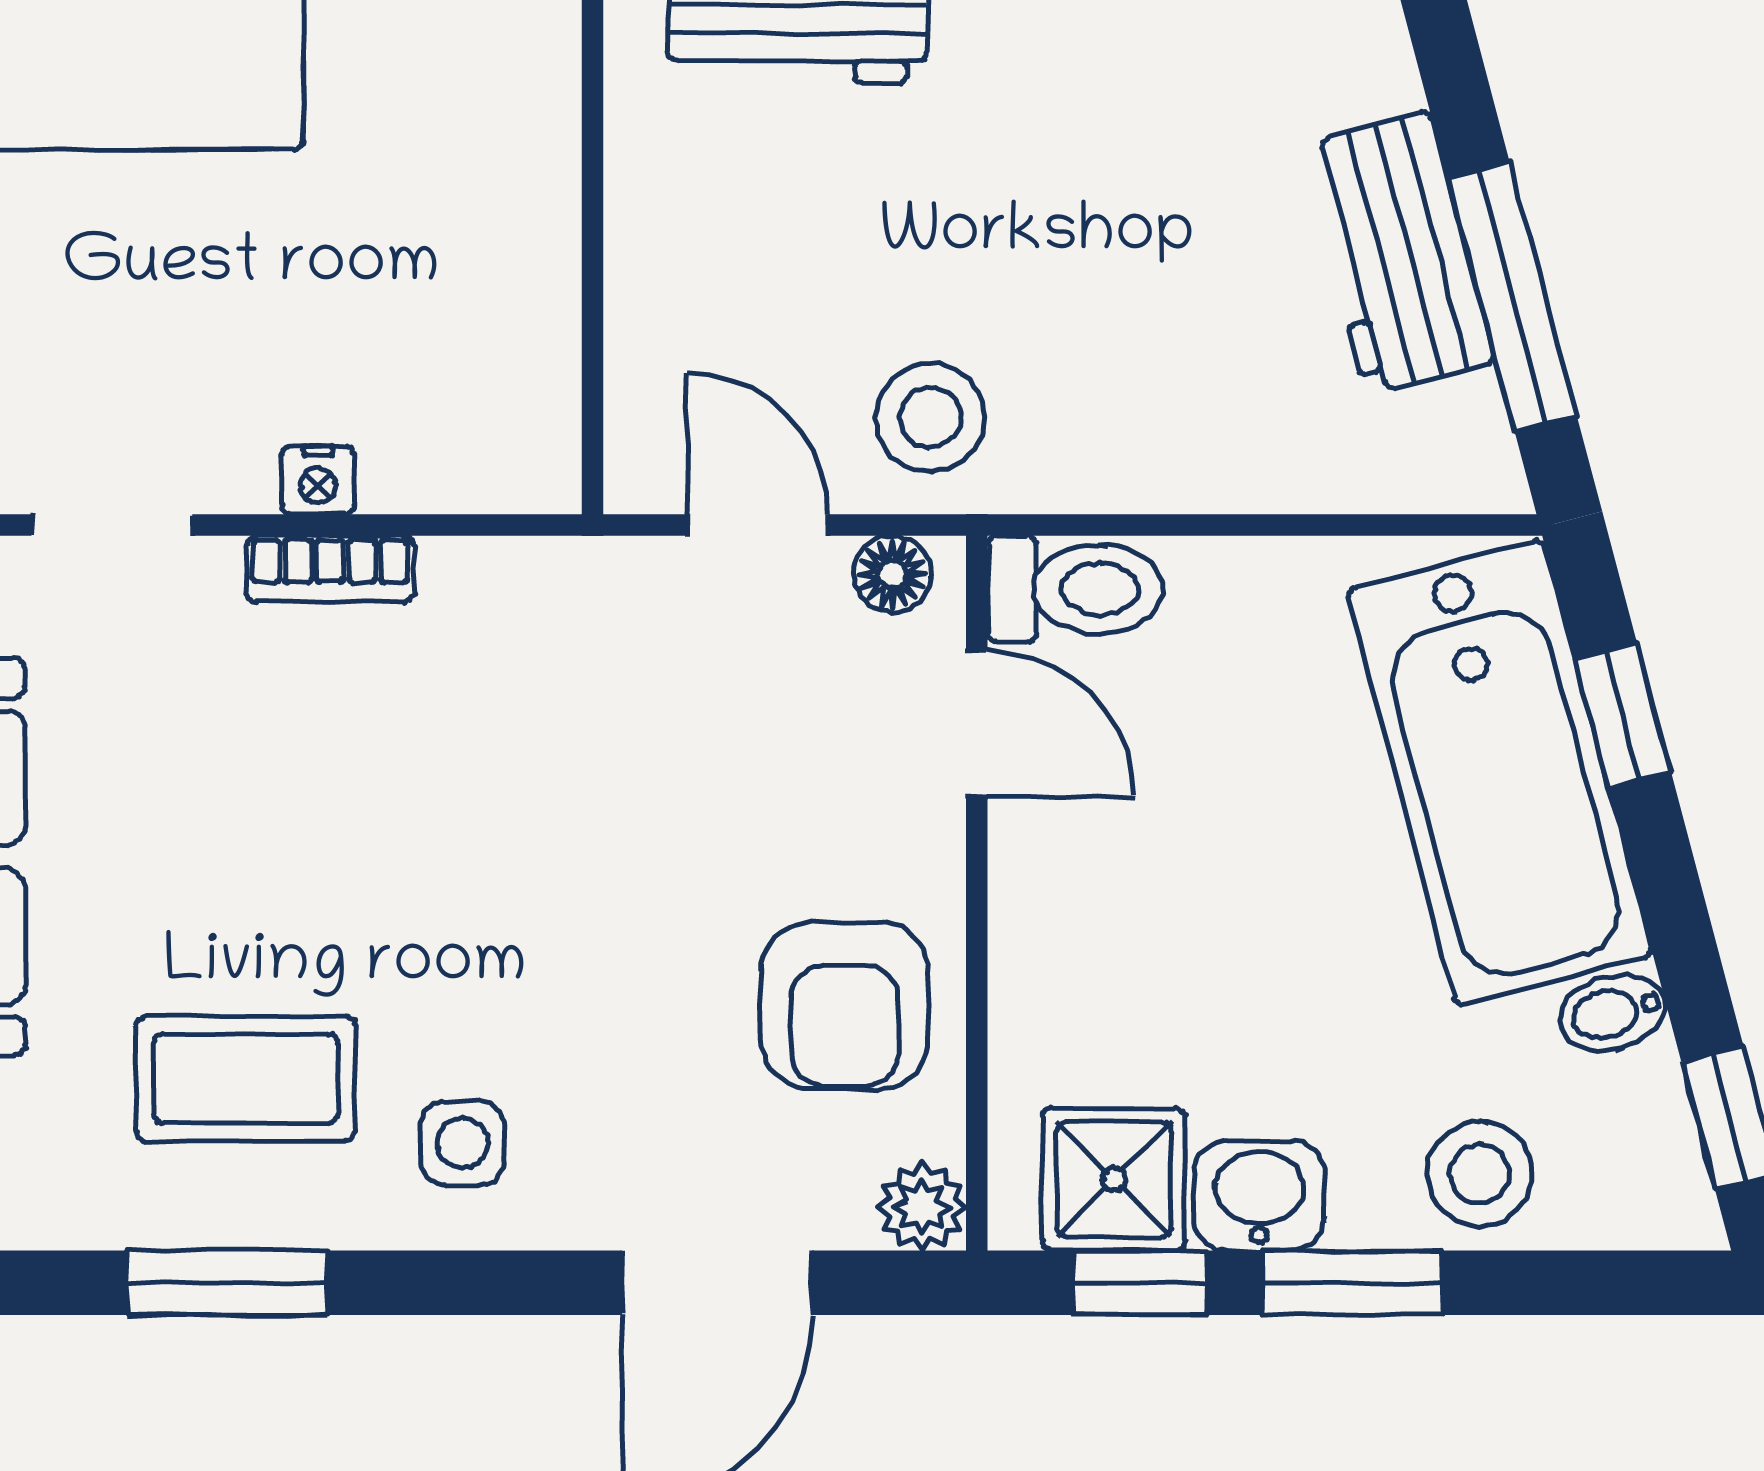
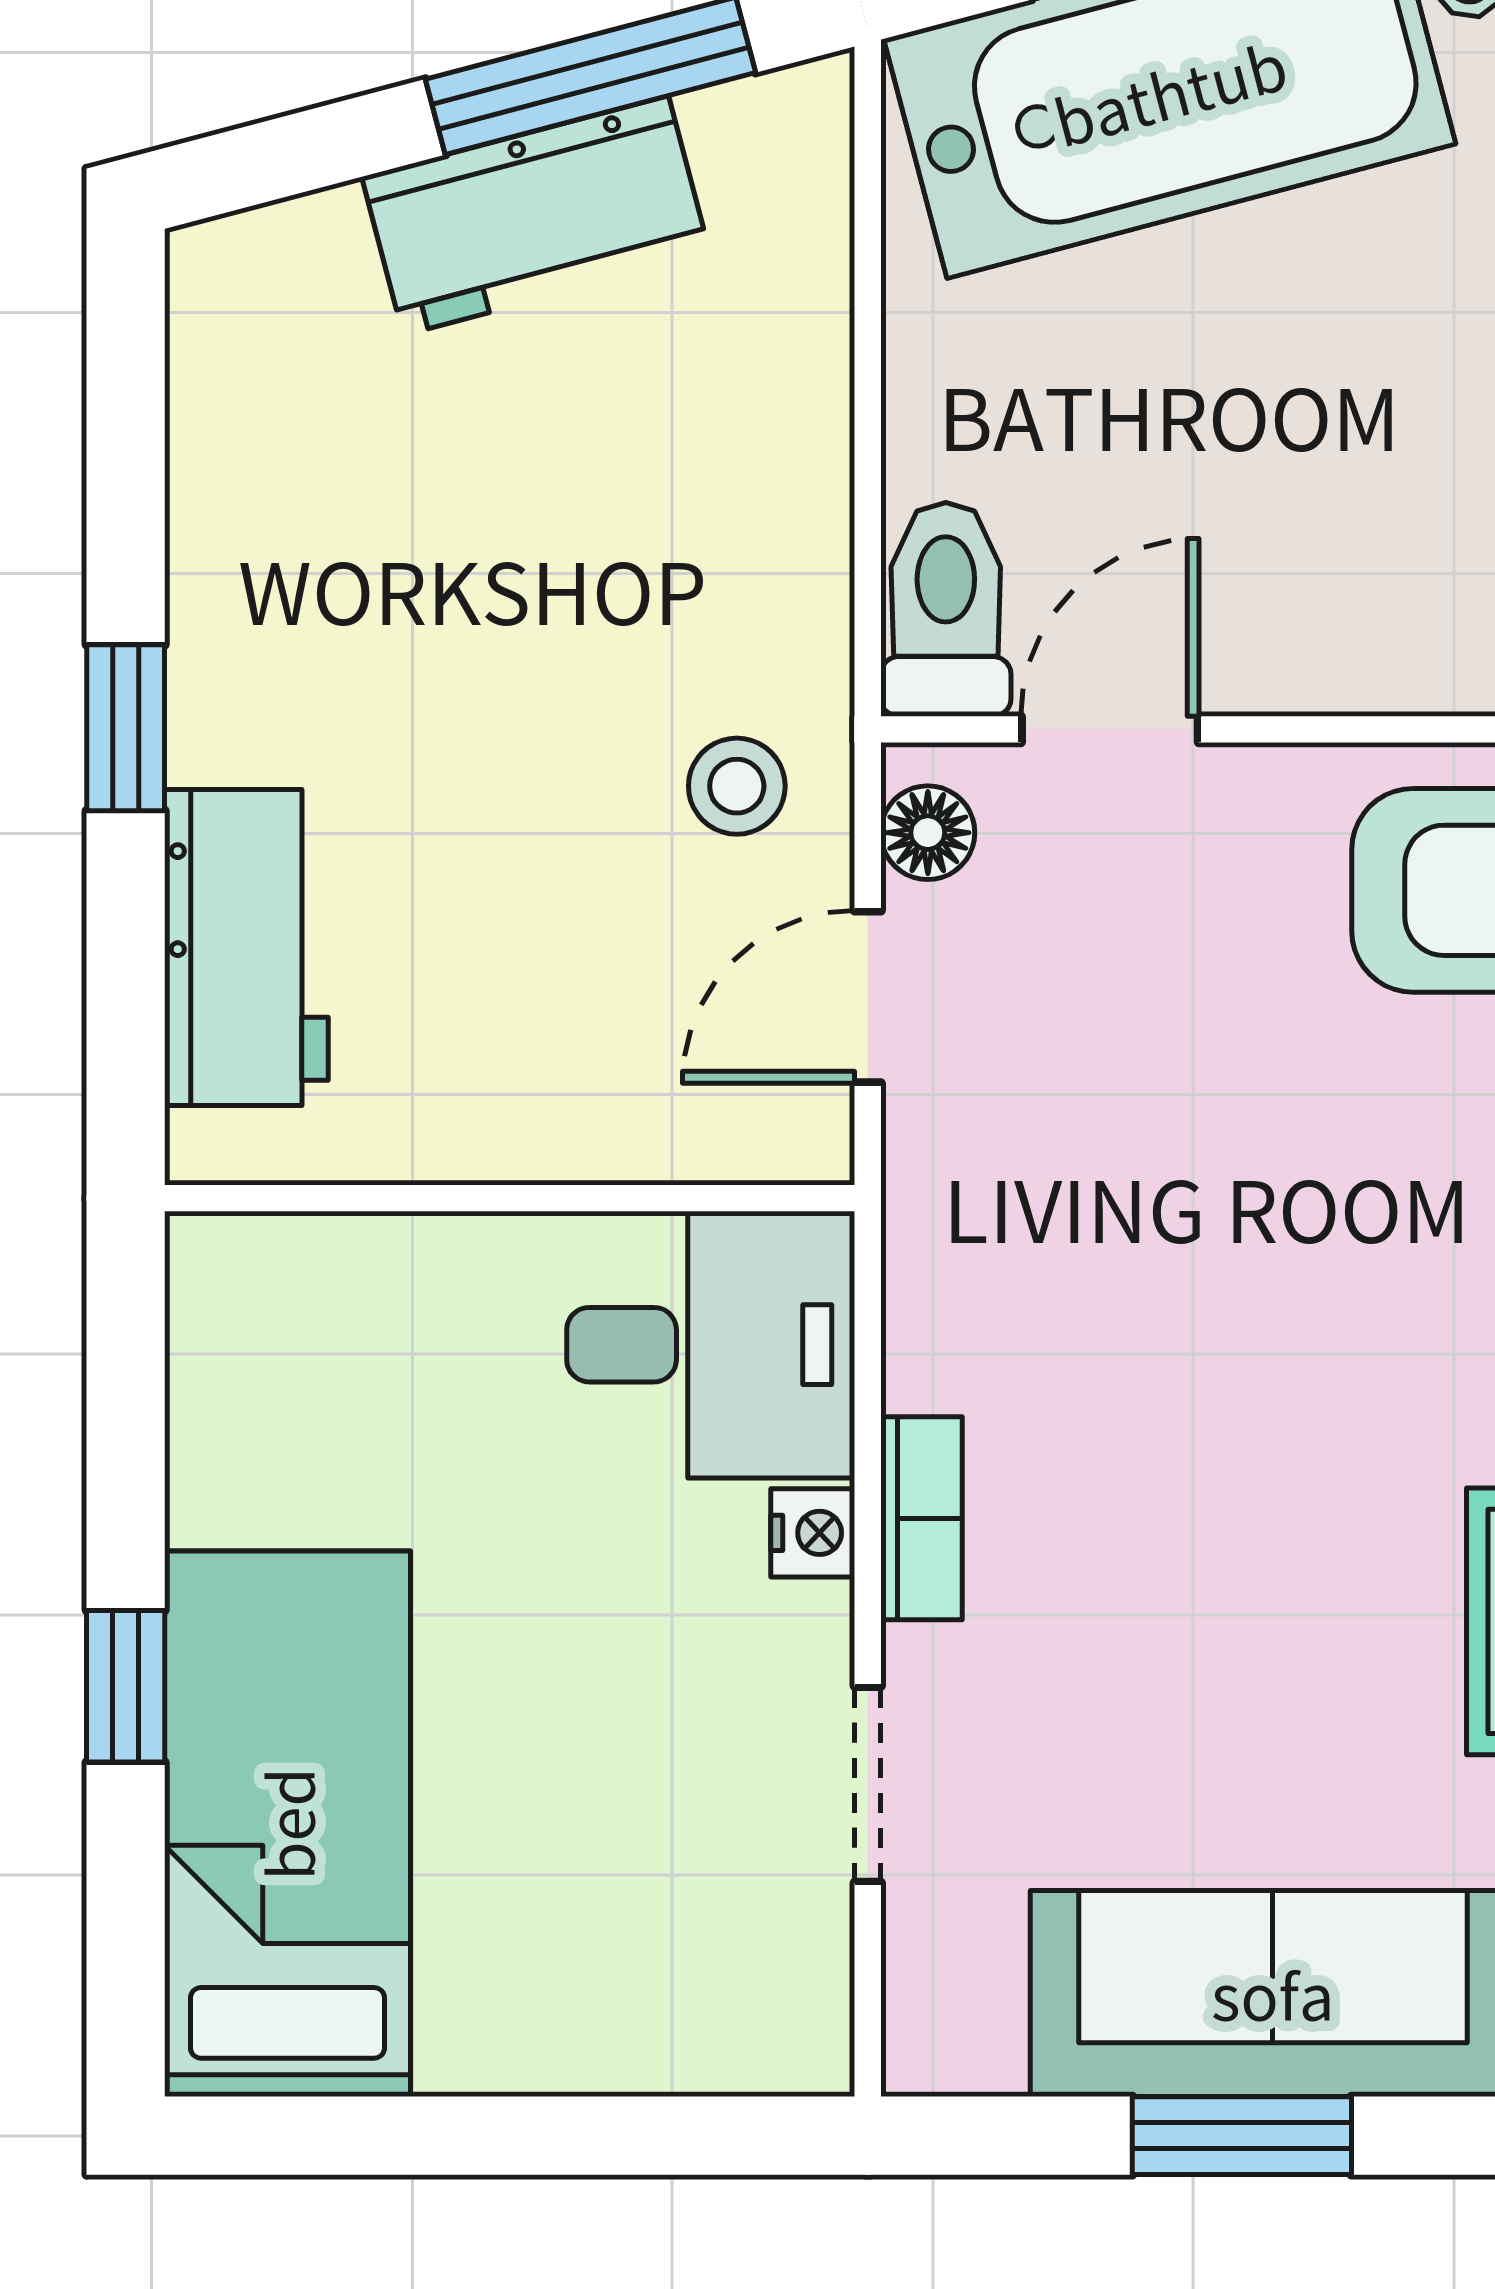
desk: (472, 396) -> (711, 1345), added
stool: (930, 418) -> (737, 786), width x0.73, depth x0.73

